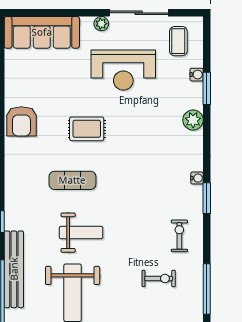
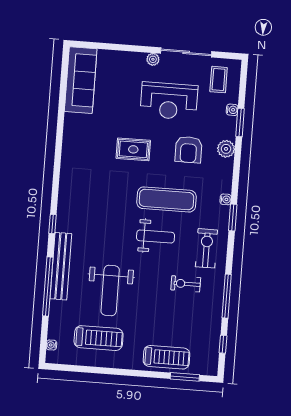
sofa: (42, 32) -> (81, 80), moved, turned -90
armchair: (21, 121) -> (189, 150), moved
exercise mat: (72, 180) -> (167, 199), moved, width x1.36, depth x1.45
weight bench: (81, 233) -> (156, 236), moved
exercise bike: (179, 236) -> (206, 248), width x1.38, depth x1.39
exercise bike: (159, 278) -> (186, 284), turned 180

